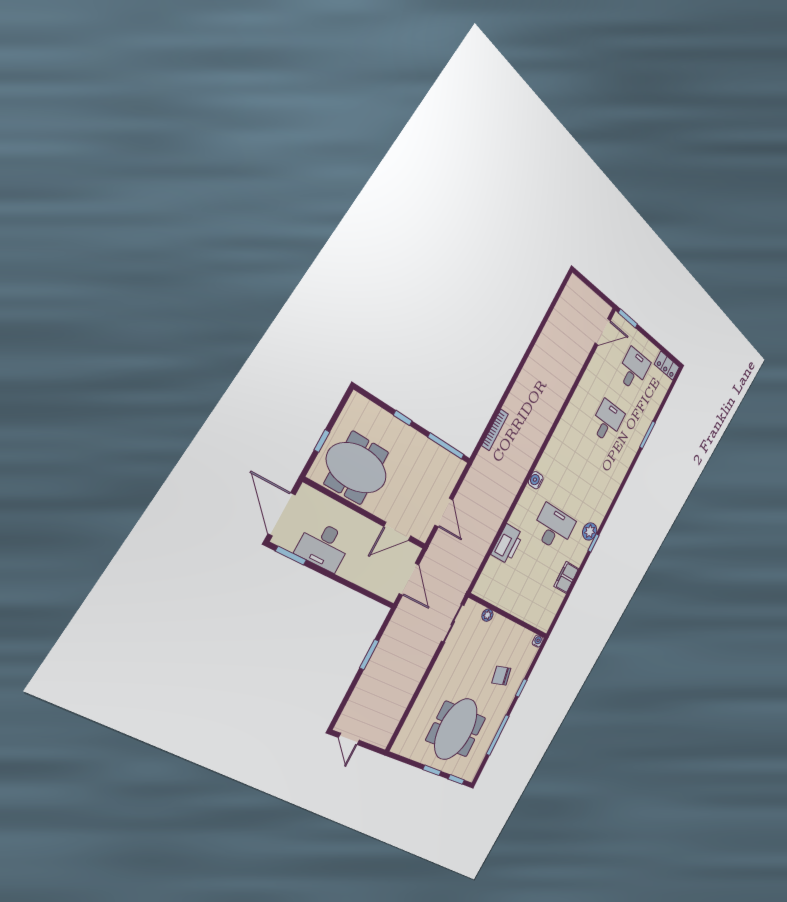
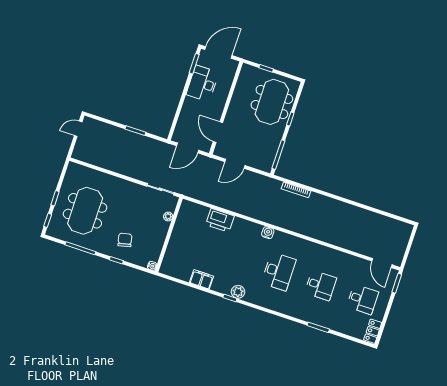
meeting table: (357, 468) -> (272, 102), moved
desk: (553, 527) -> (279, 271), moved
meeting table: (456, 729) -> (85, 211), turned 90

